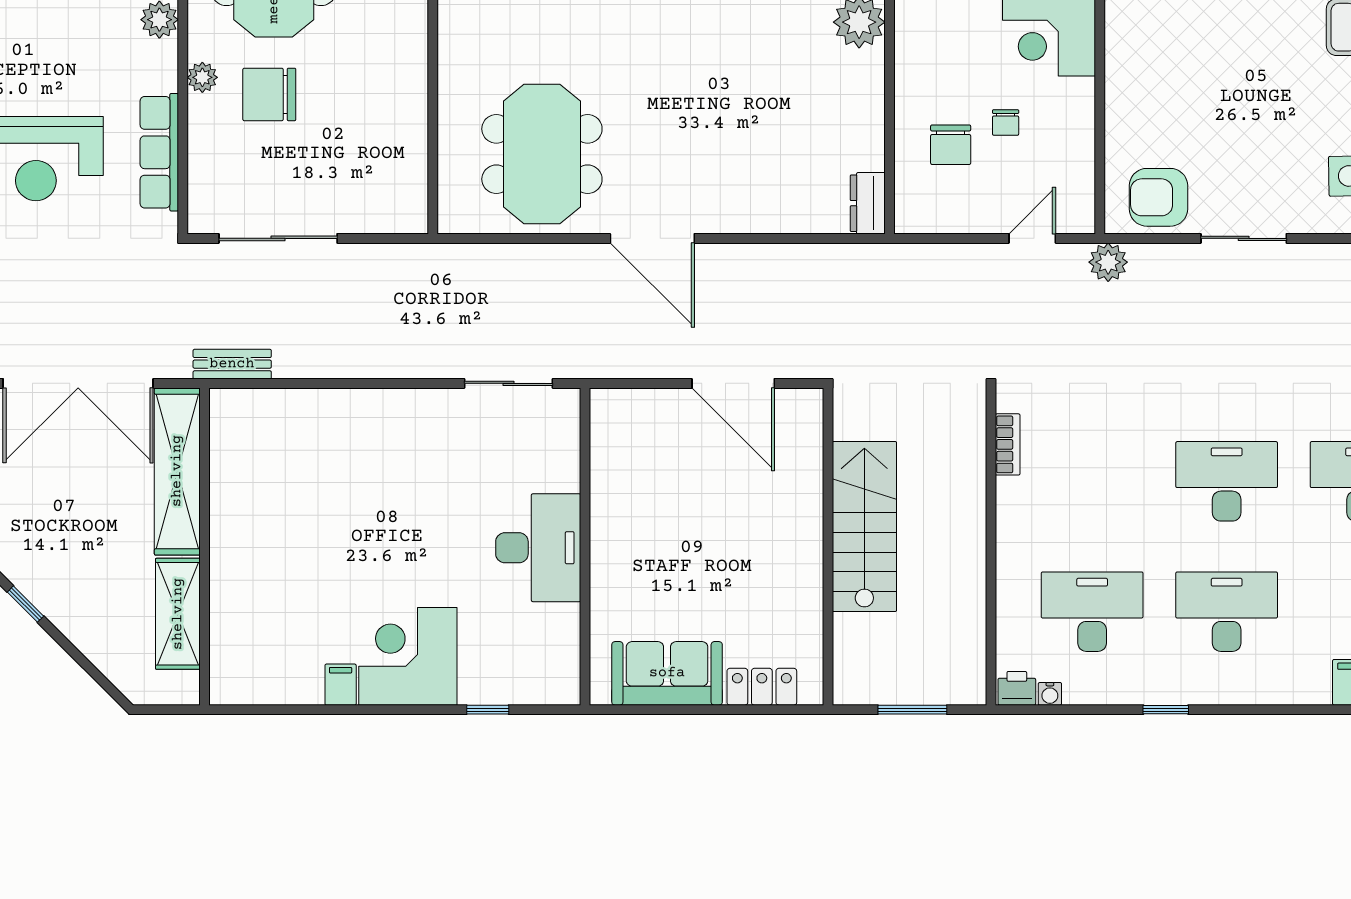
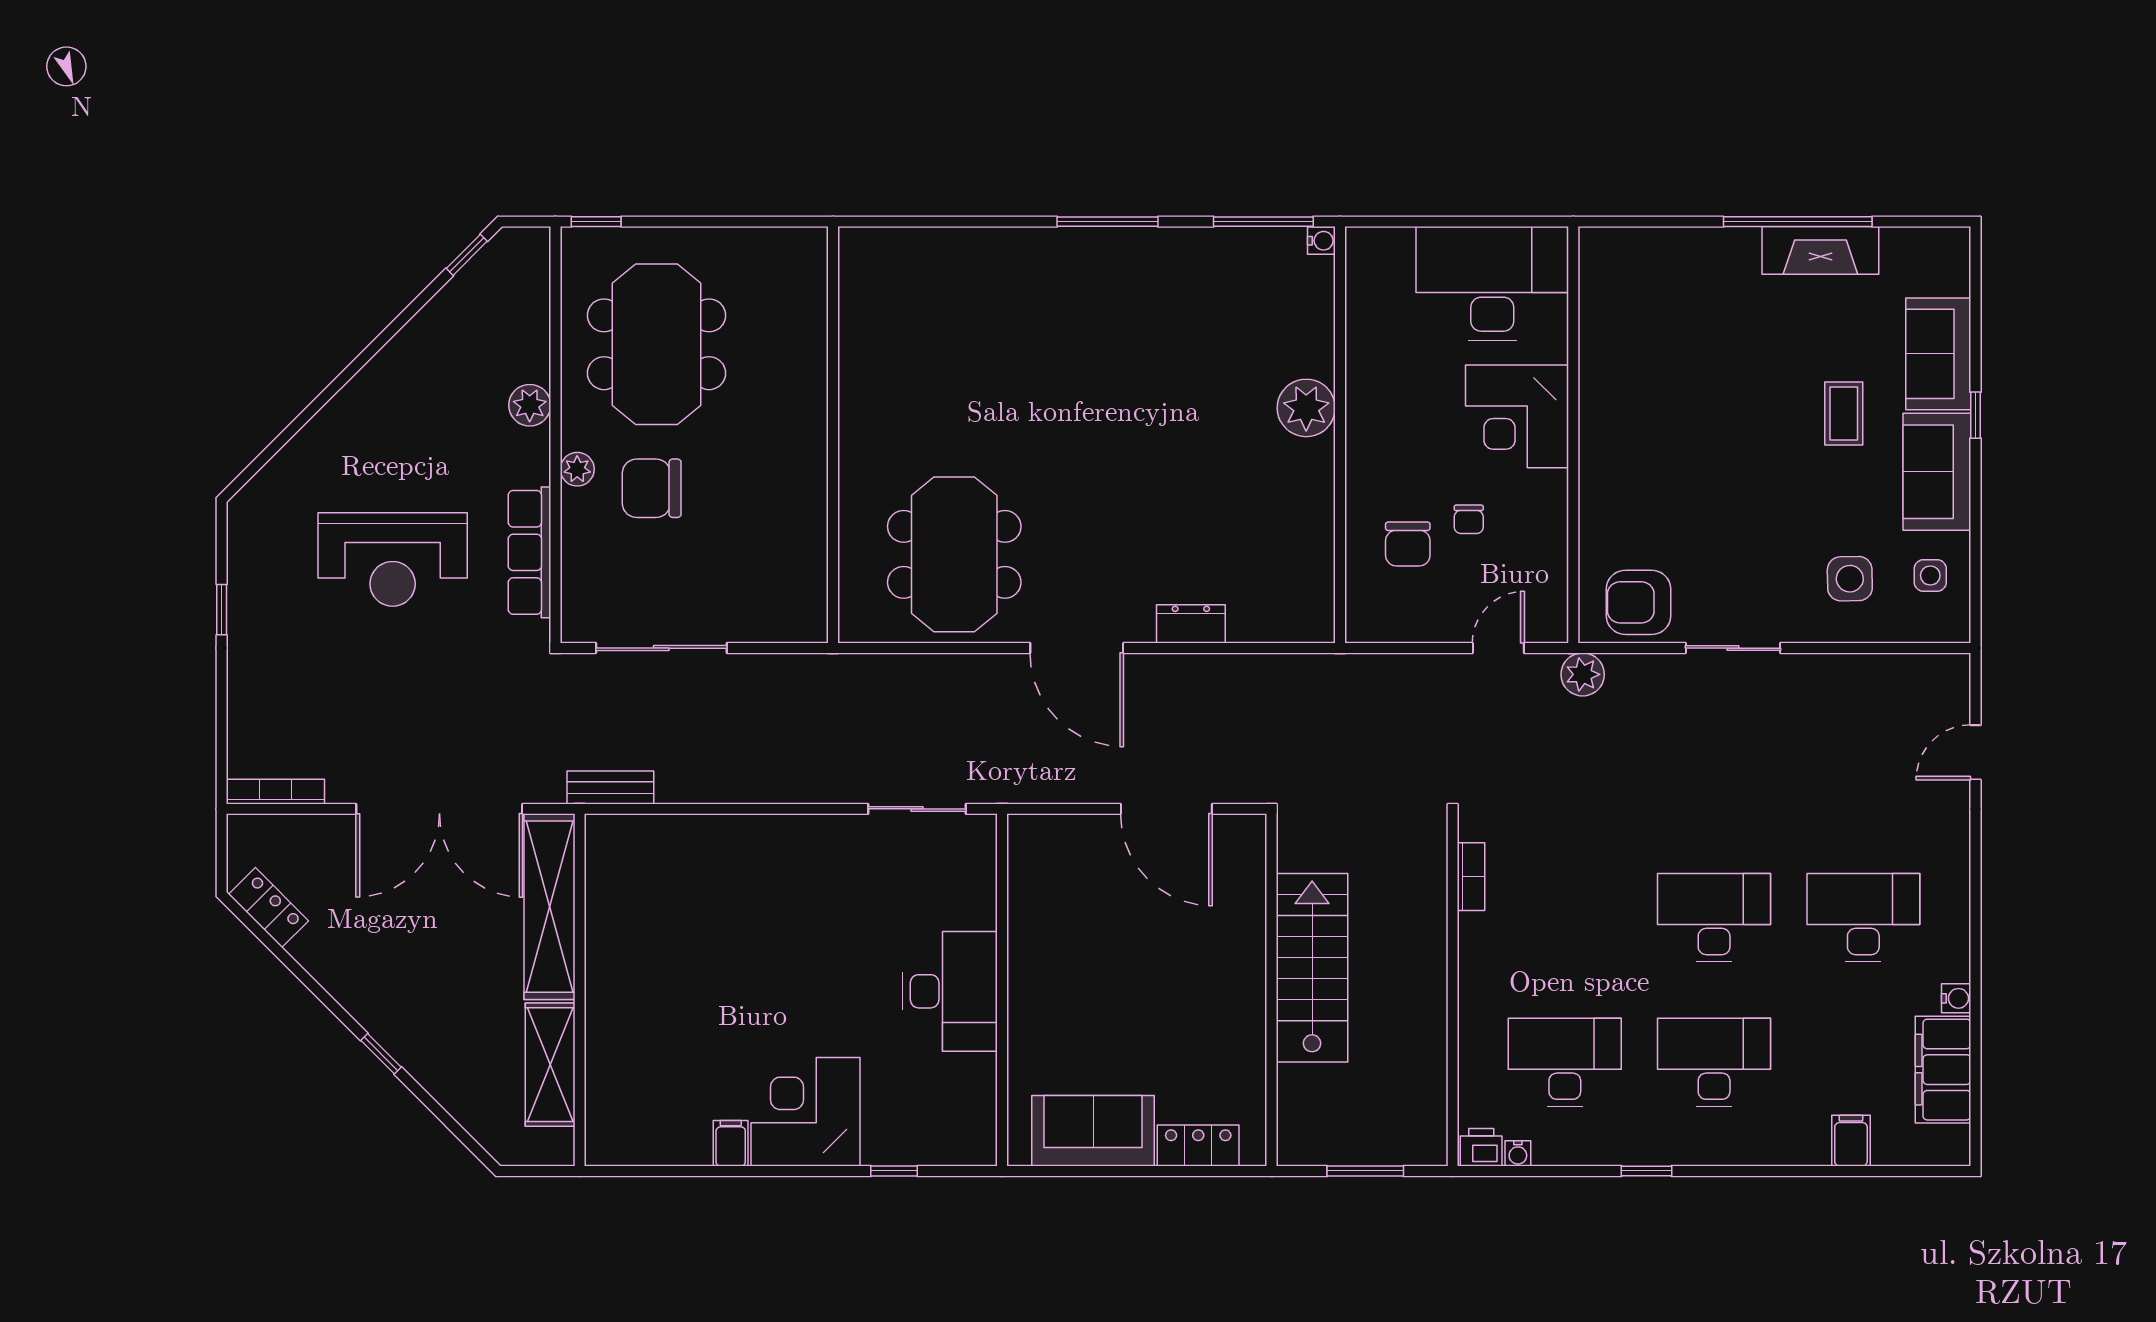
dresser: (868, 203) -> (1191, 624), moved, turned 90

